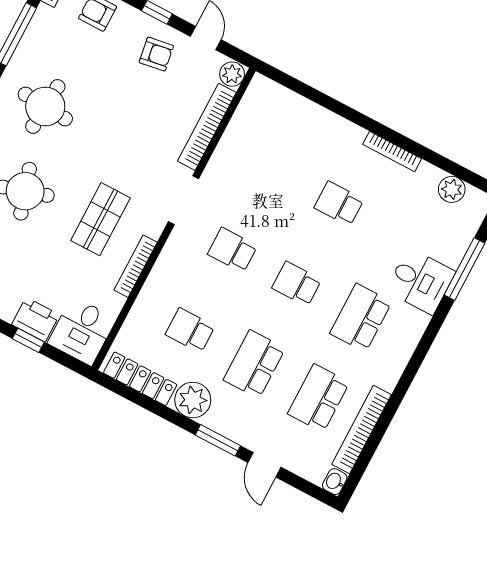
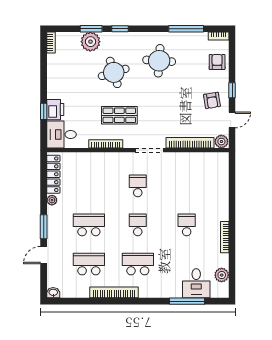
desk: (421, 281) -> (196, 283), moved
school desk: (190, 330) -> (89, 186), removed
plant: (193, 400) -> (52, 200), width x0.53, depth x0.53
bookcase: (362, 429) -> (114, 292), moved

